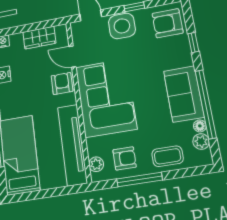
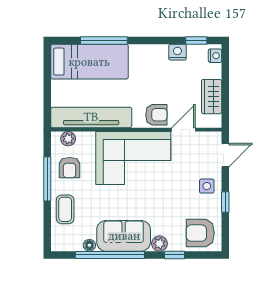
armchair: (168, 23) -> (200, 233), turned -90
side table: (122, 26) -> (207, 186), width x0.54, depth x0.54
plant: (201, 142) -> (159, 244), moved

